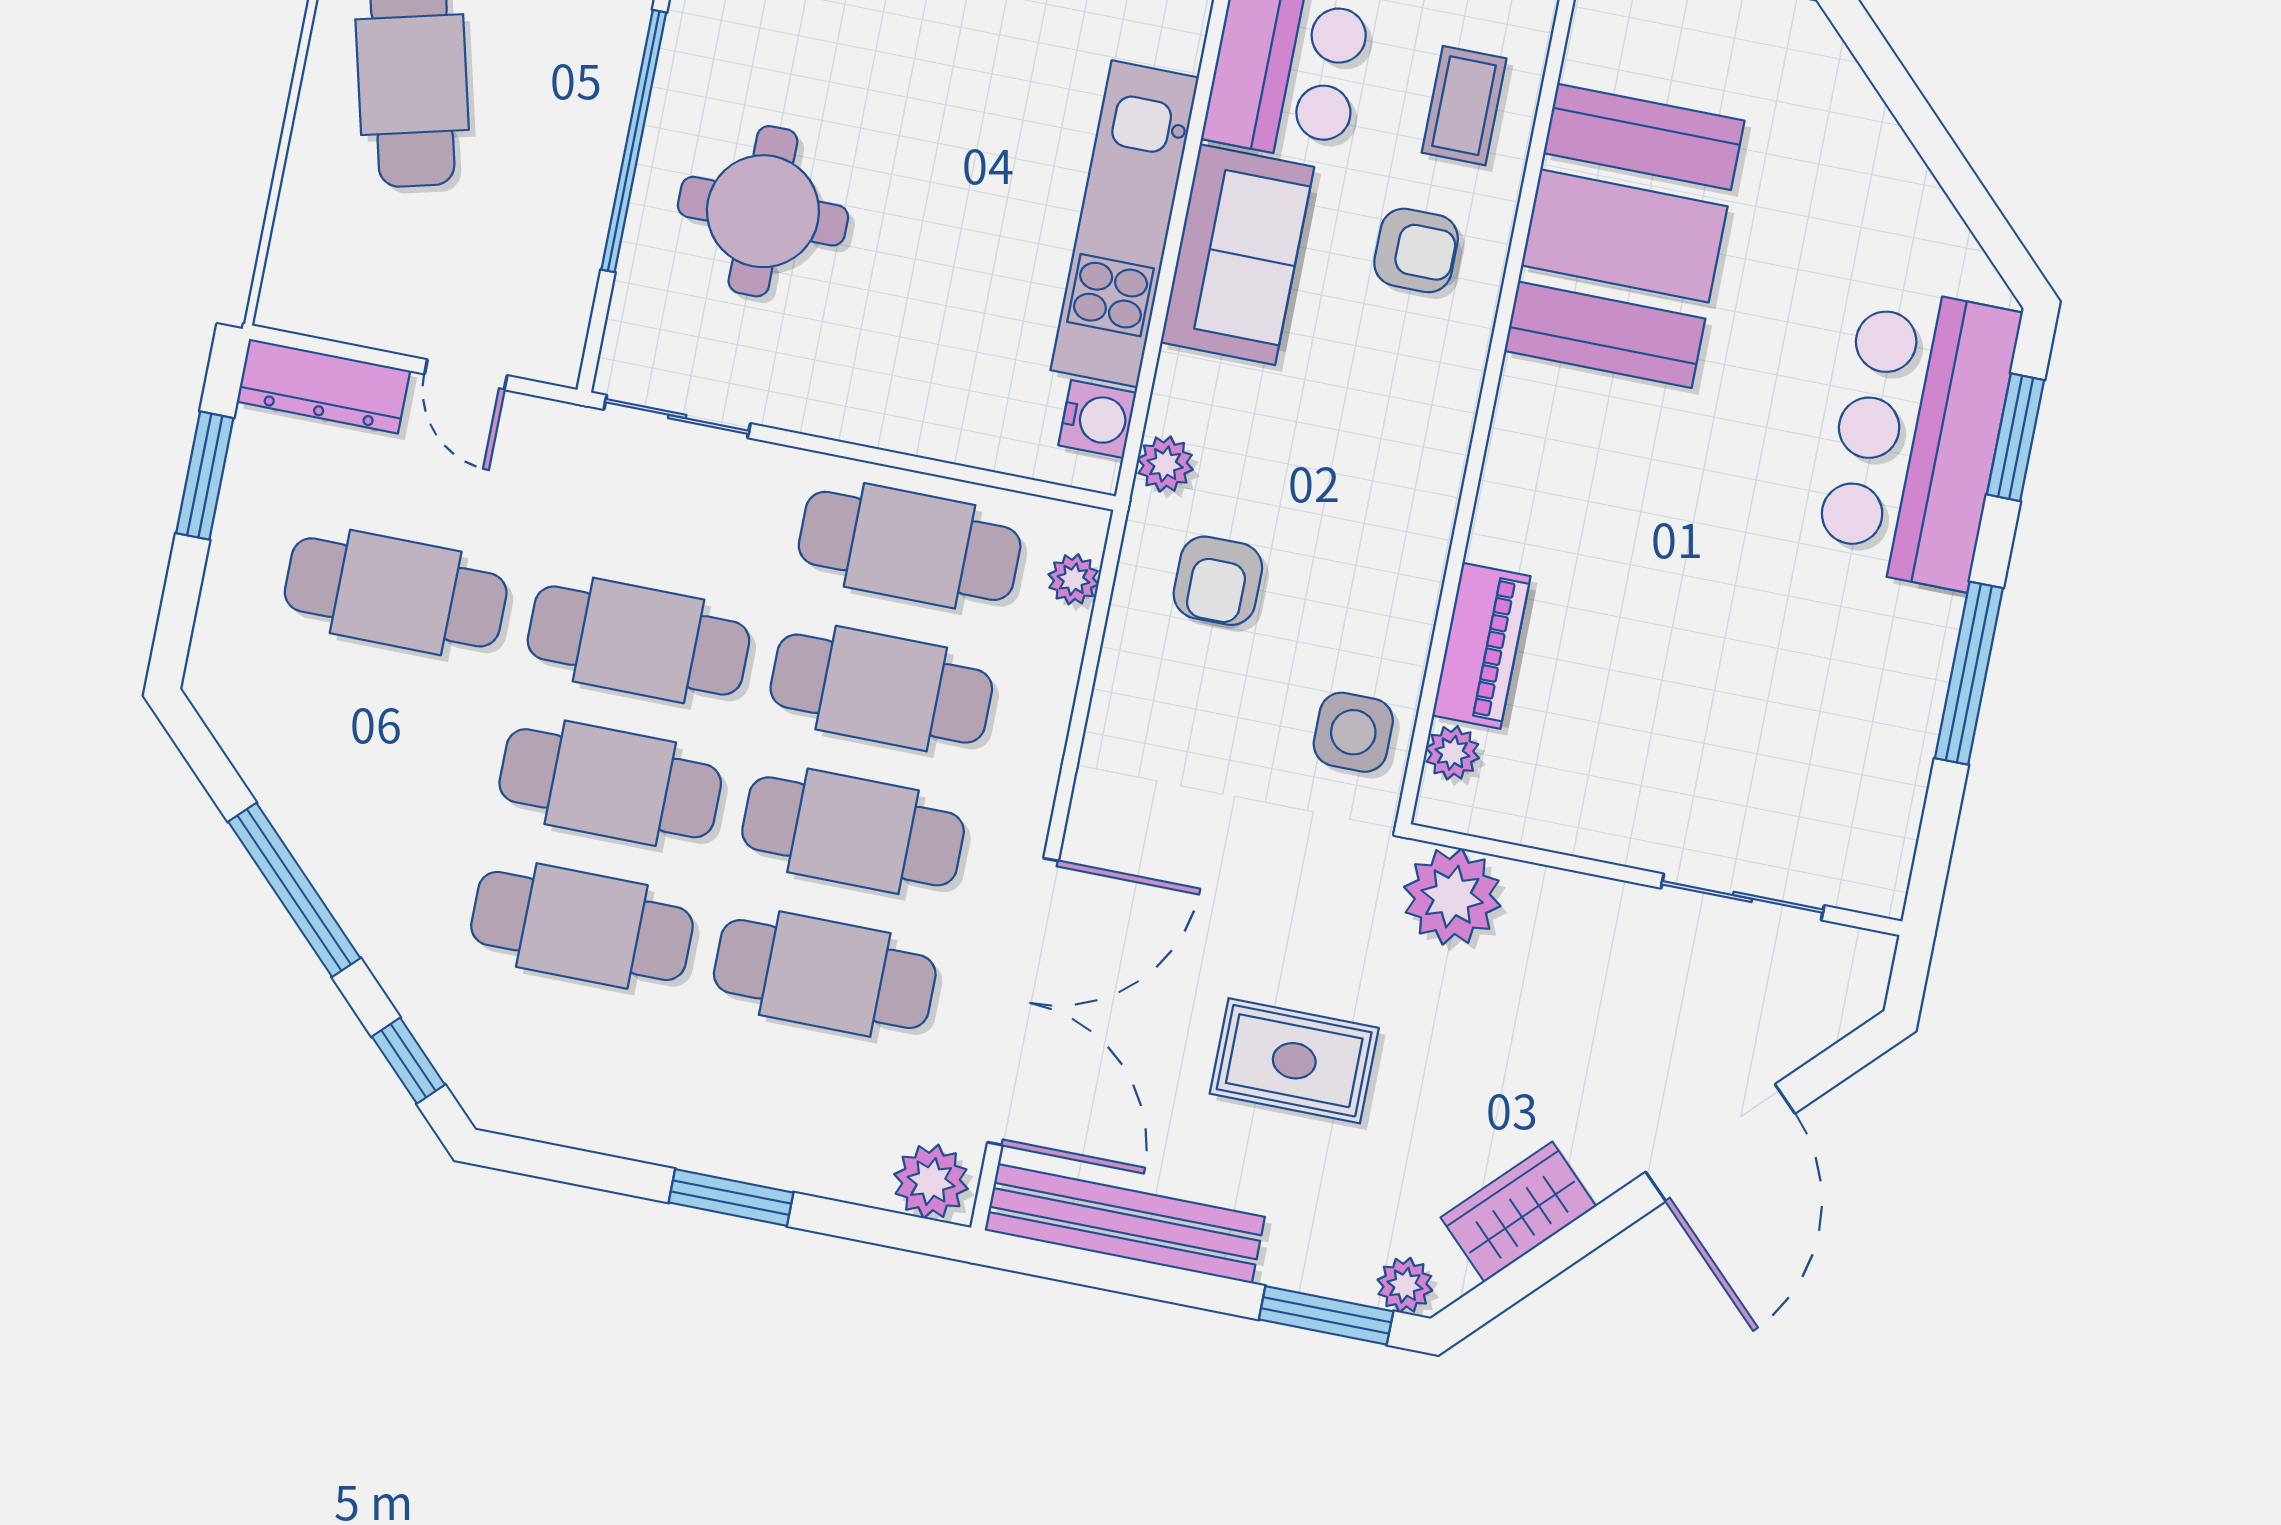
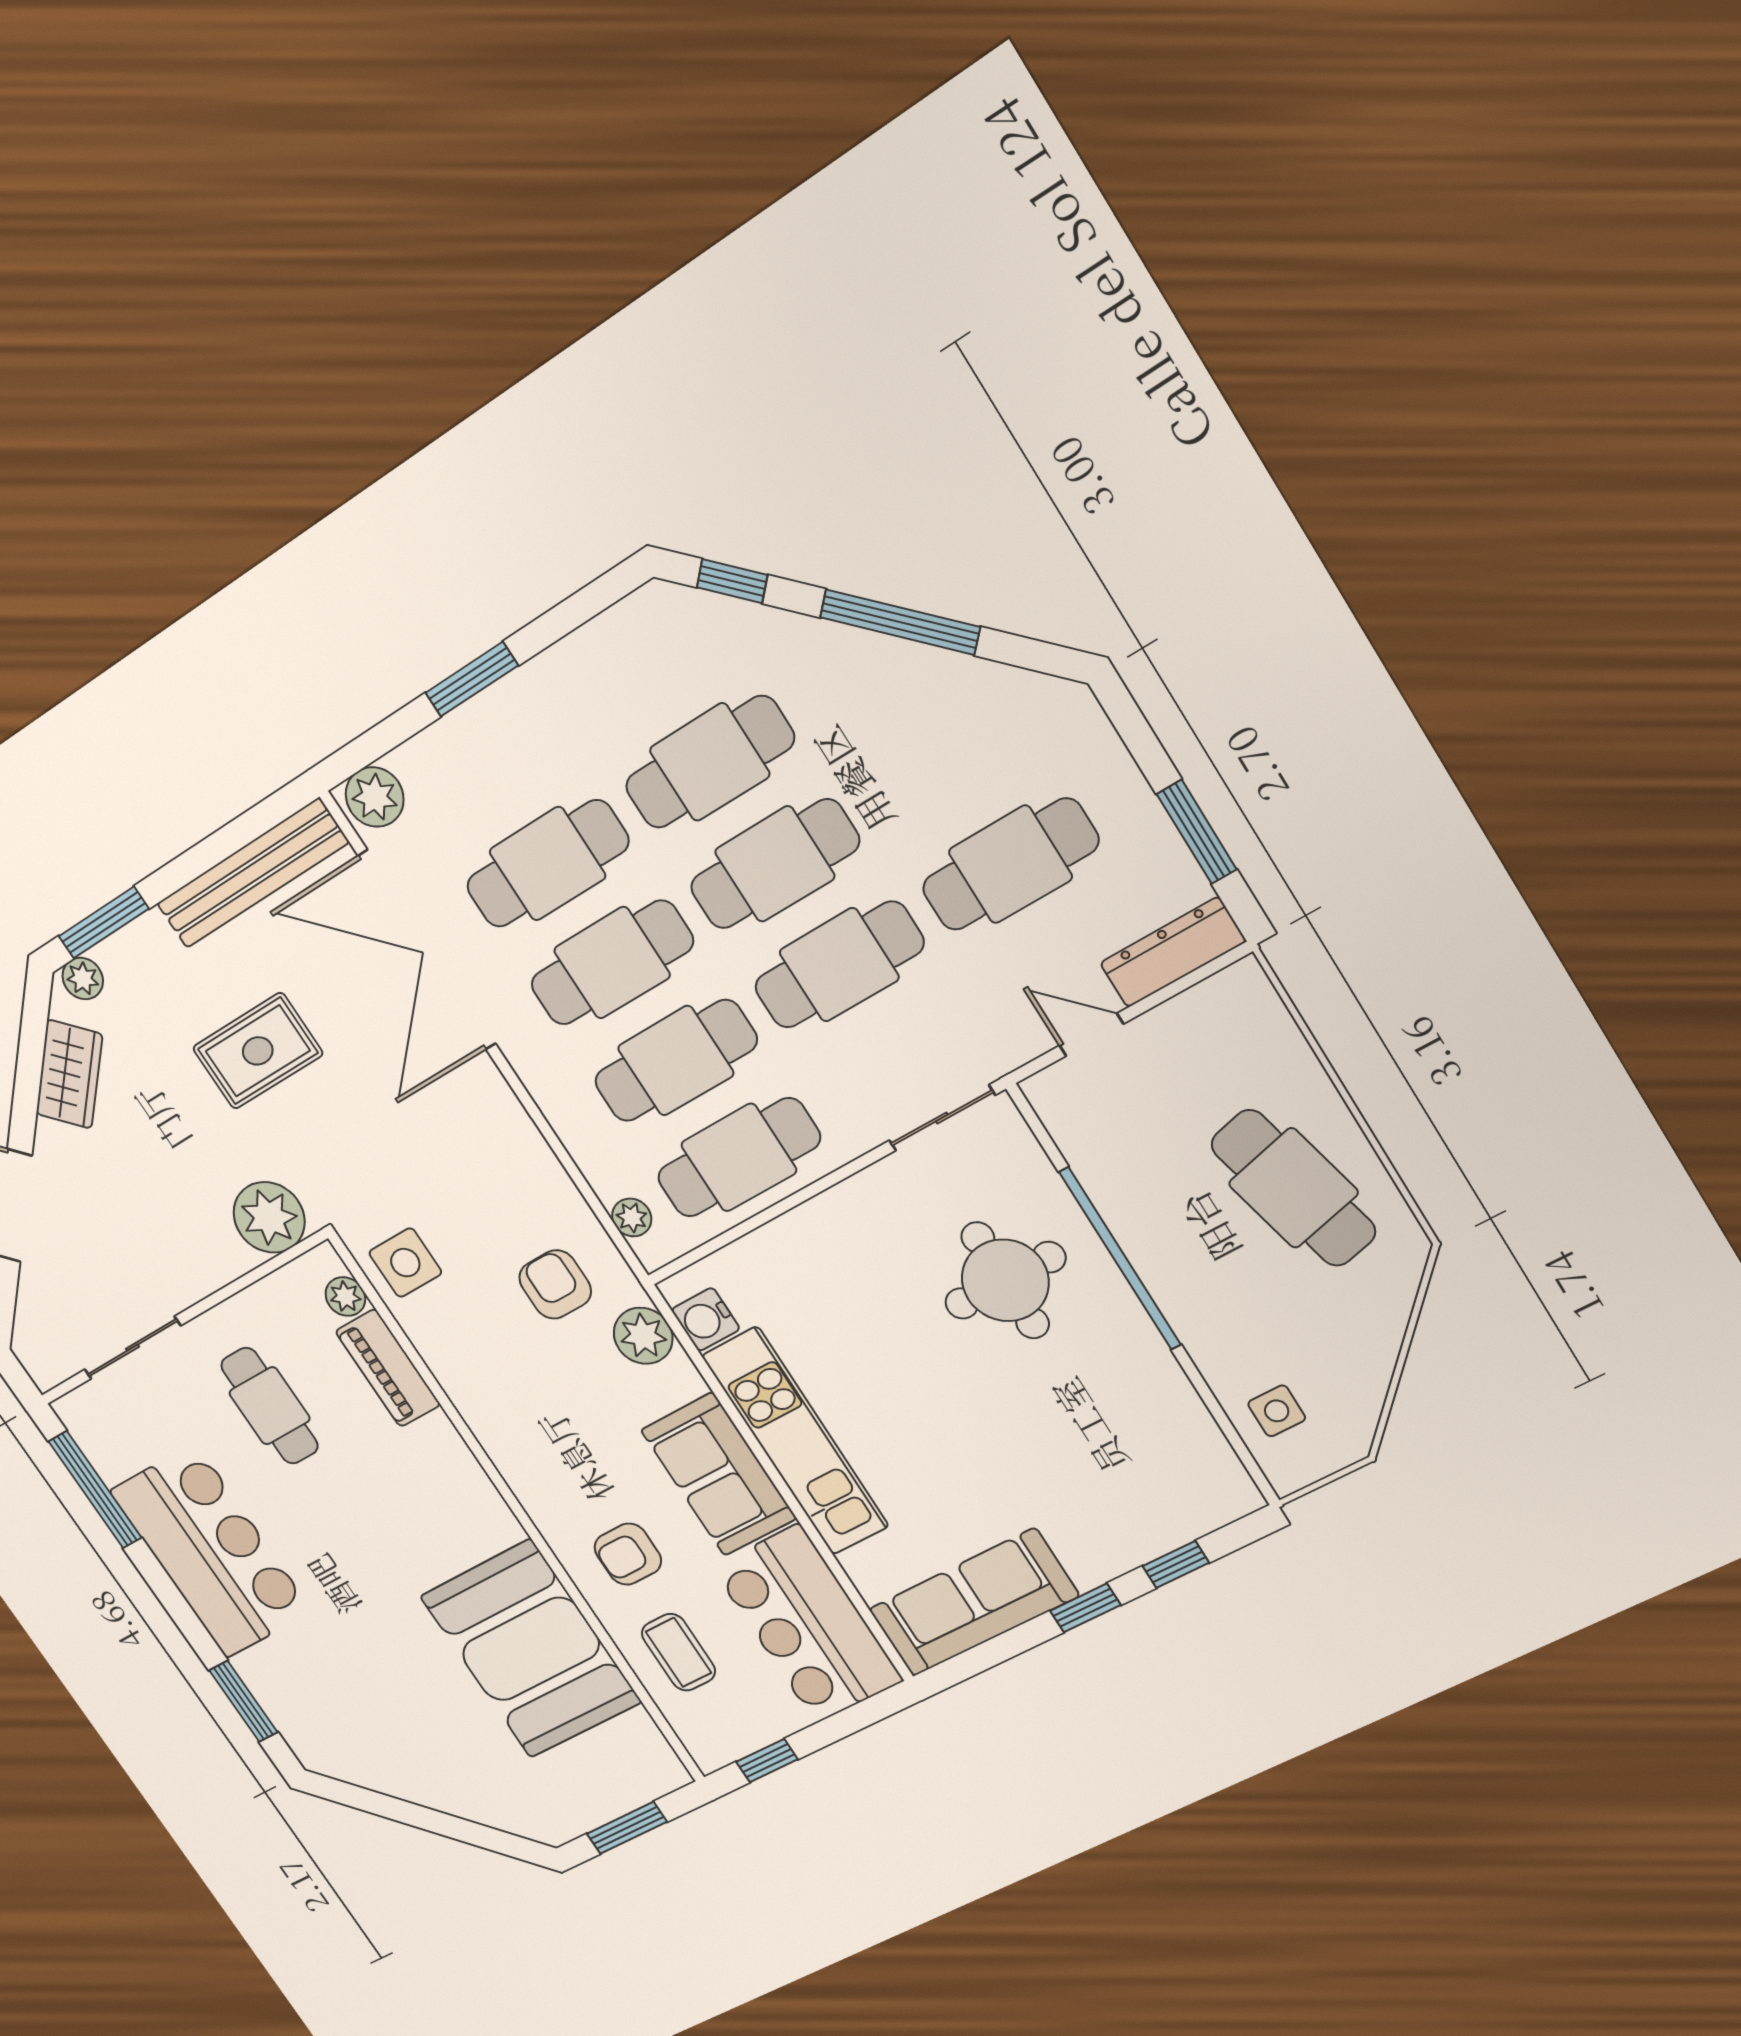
bar counter: (1917, 437) -> (211, 1551), moved
plant: (1165, 464) -> (643, 1336), width x1.38, depth x1.38
window: (1969, 673) -> (95, 1490), moved
cafe table: (1652, 715) -> (270, 1406), added

